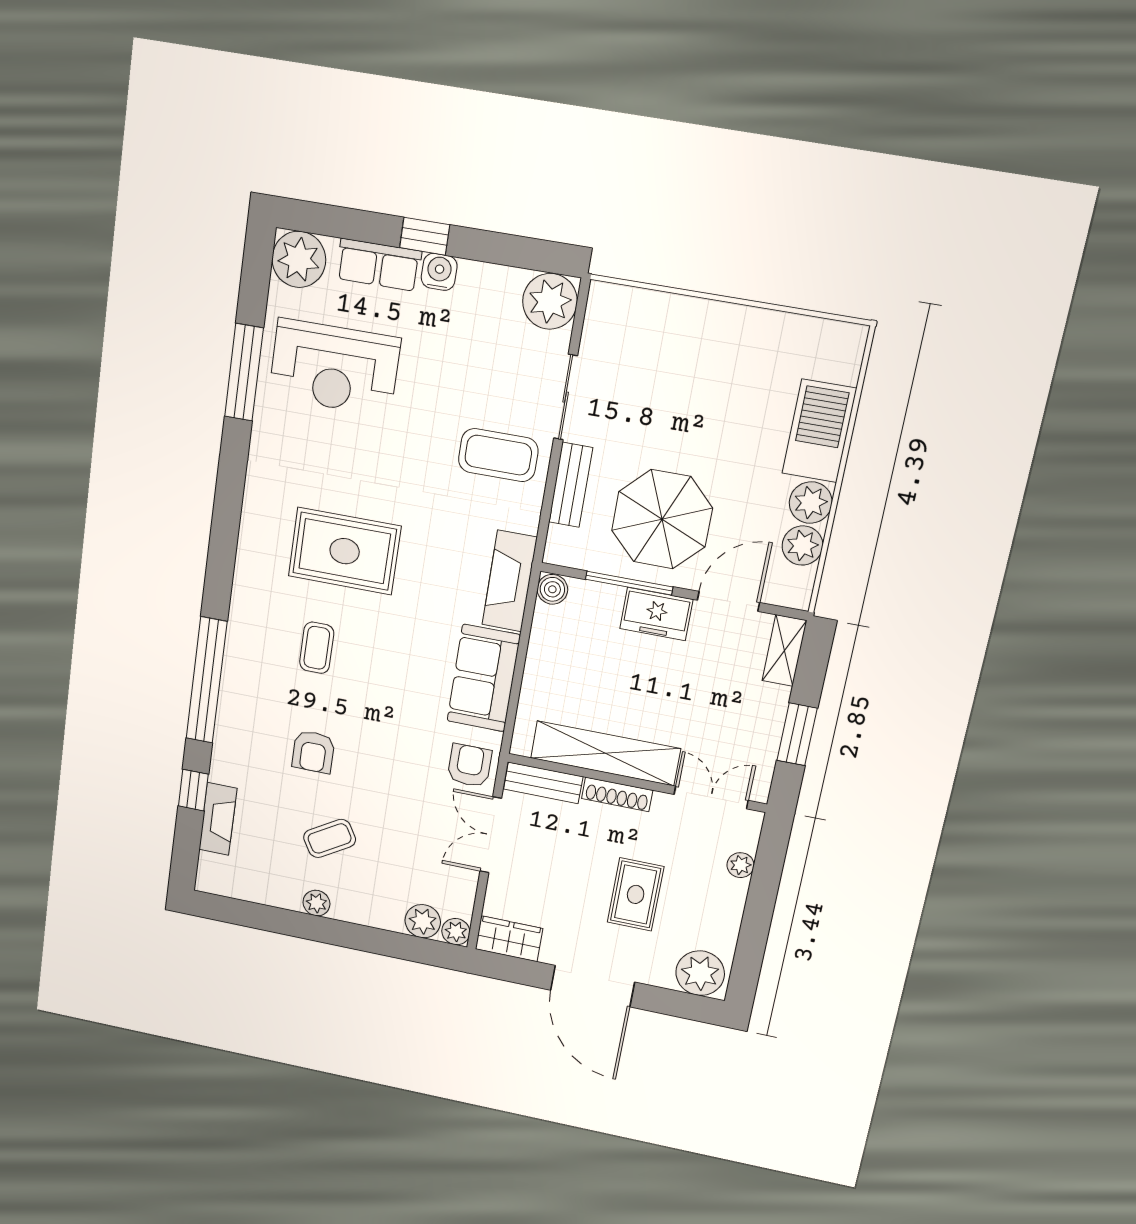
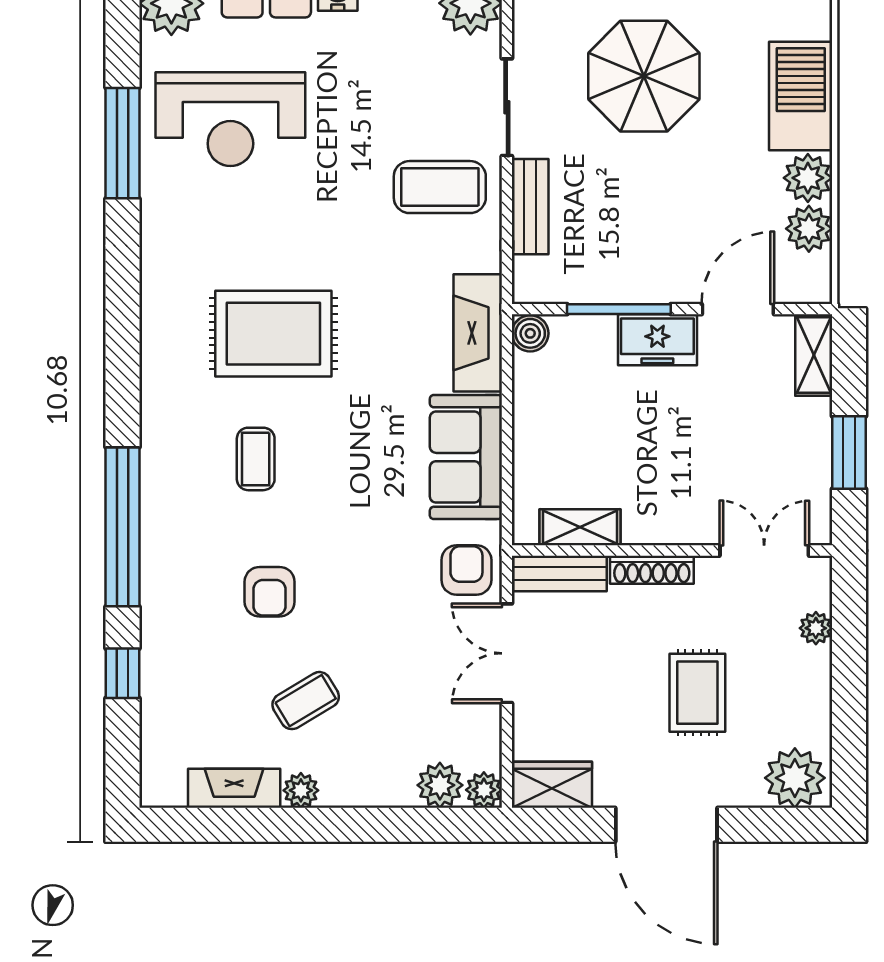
parasol: (662, 519) -> (644, 76), moved
shelving: (605, 753) -> (580, 527), width x0.45, depth x0.75
fireplace: (218, 819) -> (234, 788), moved, turned -90

